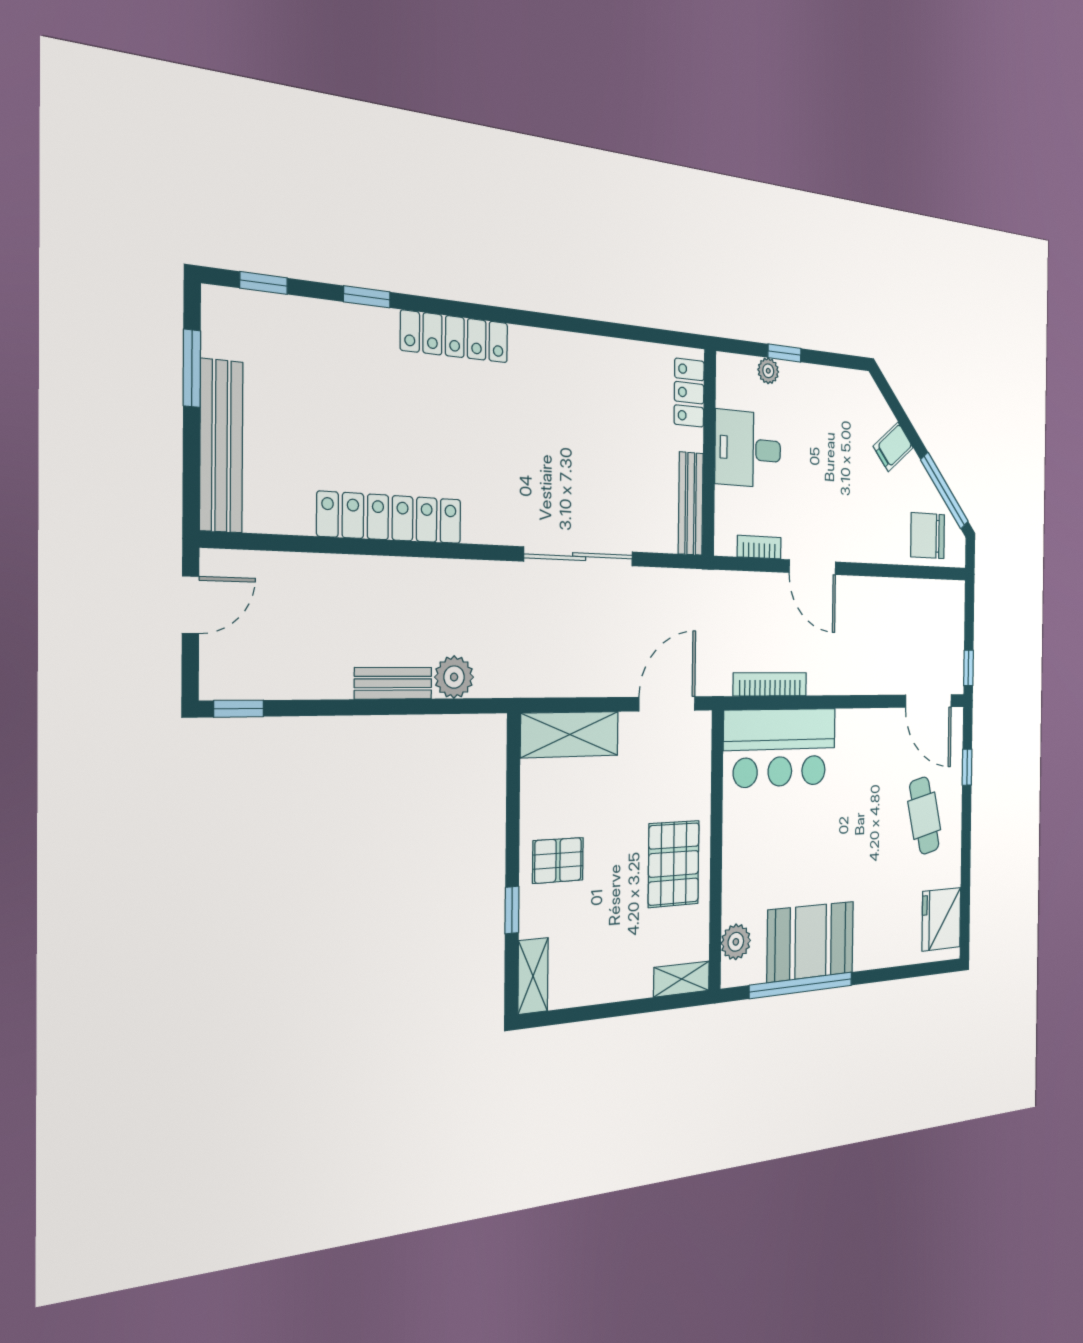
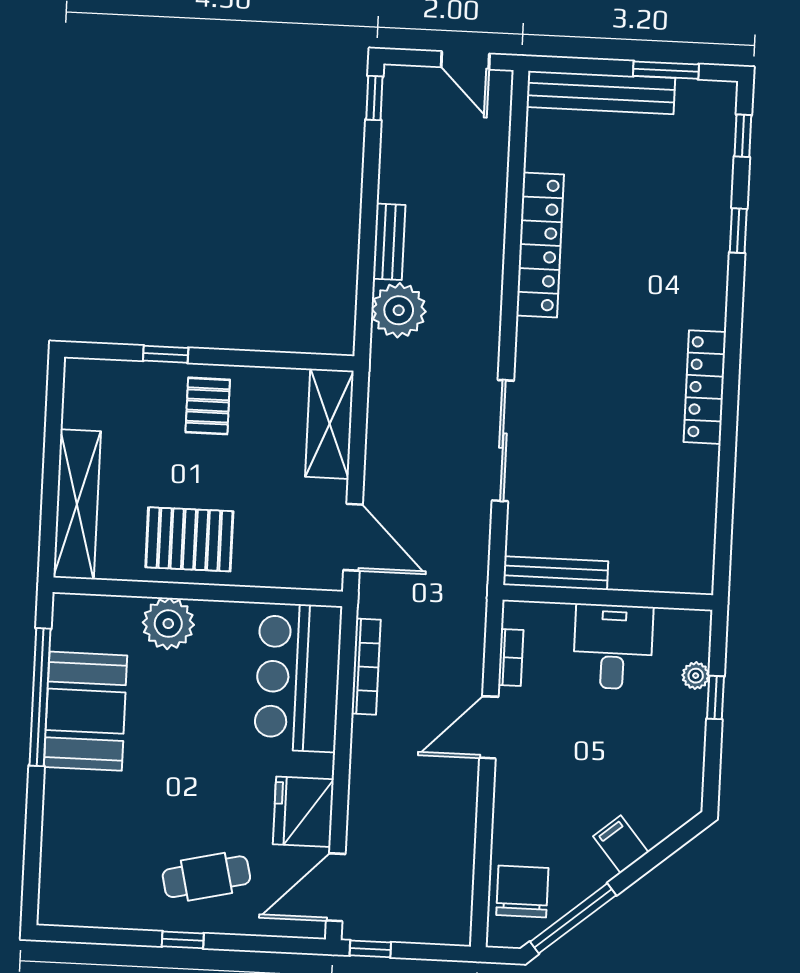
locker: (455, 337) -> (705, 387), moved
locker: (689, 393) -> (668, 575), removed
plant: (454, 677) -> (399, 310), width x1.36, depth x1.36
window: (967, 767) -> (183, 940), moved
fridge: (941, 919) -> (303, 812), moved, turned -90
plant: (736, 942) -> (168, 624), moved, width x1.36, depth x1.36
shelving: (533, 976) -> (99, 374), removed
shelving: (682, 979) -> (77, 504), width x2.20, depth x1.33

